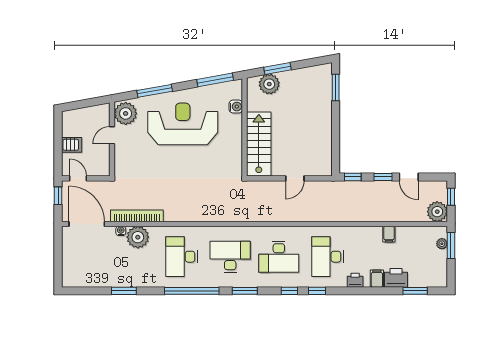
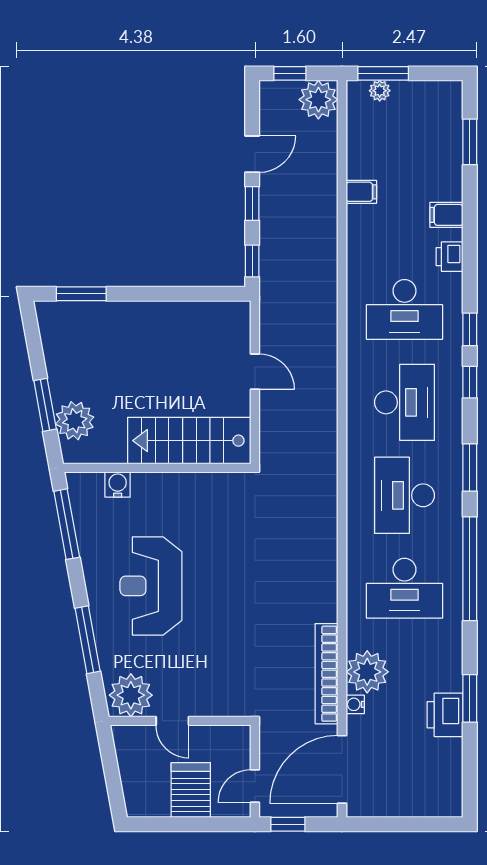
reception desk: (183, 124) -> (151, 586), width x0.74, depth x0.77
server rack: (72, 145) -> (191, 790), width x1.36, depth x1.44
printer: (396, 278) -> (445, 715), moved

